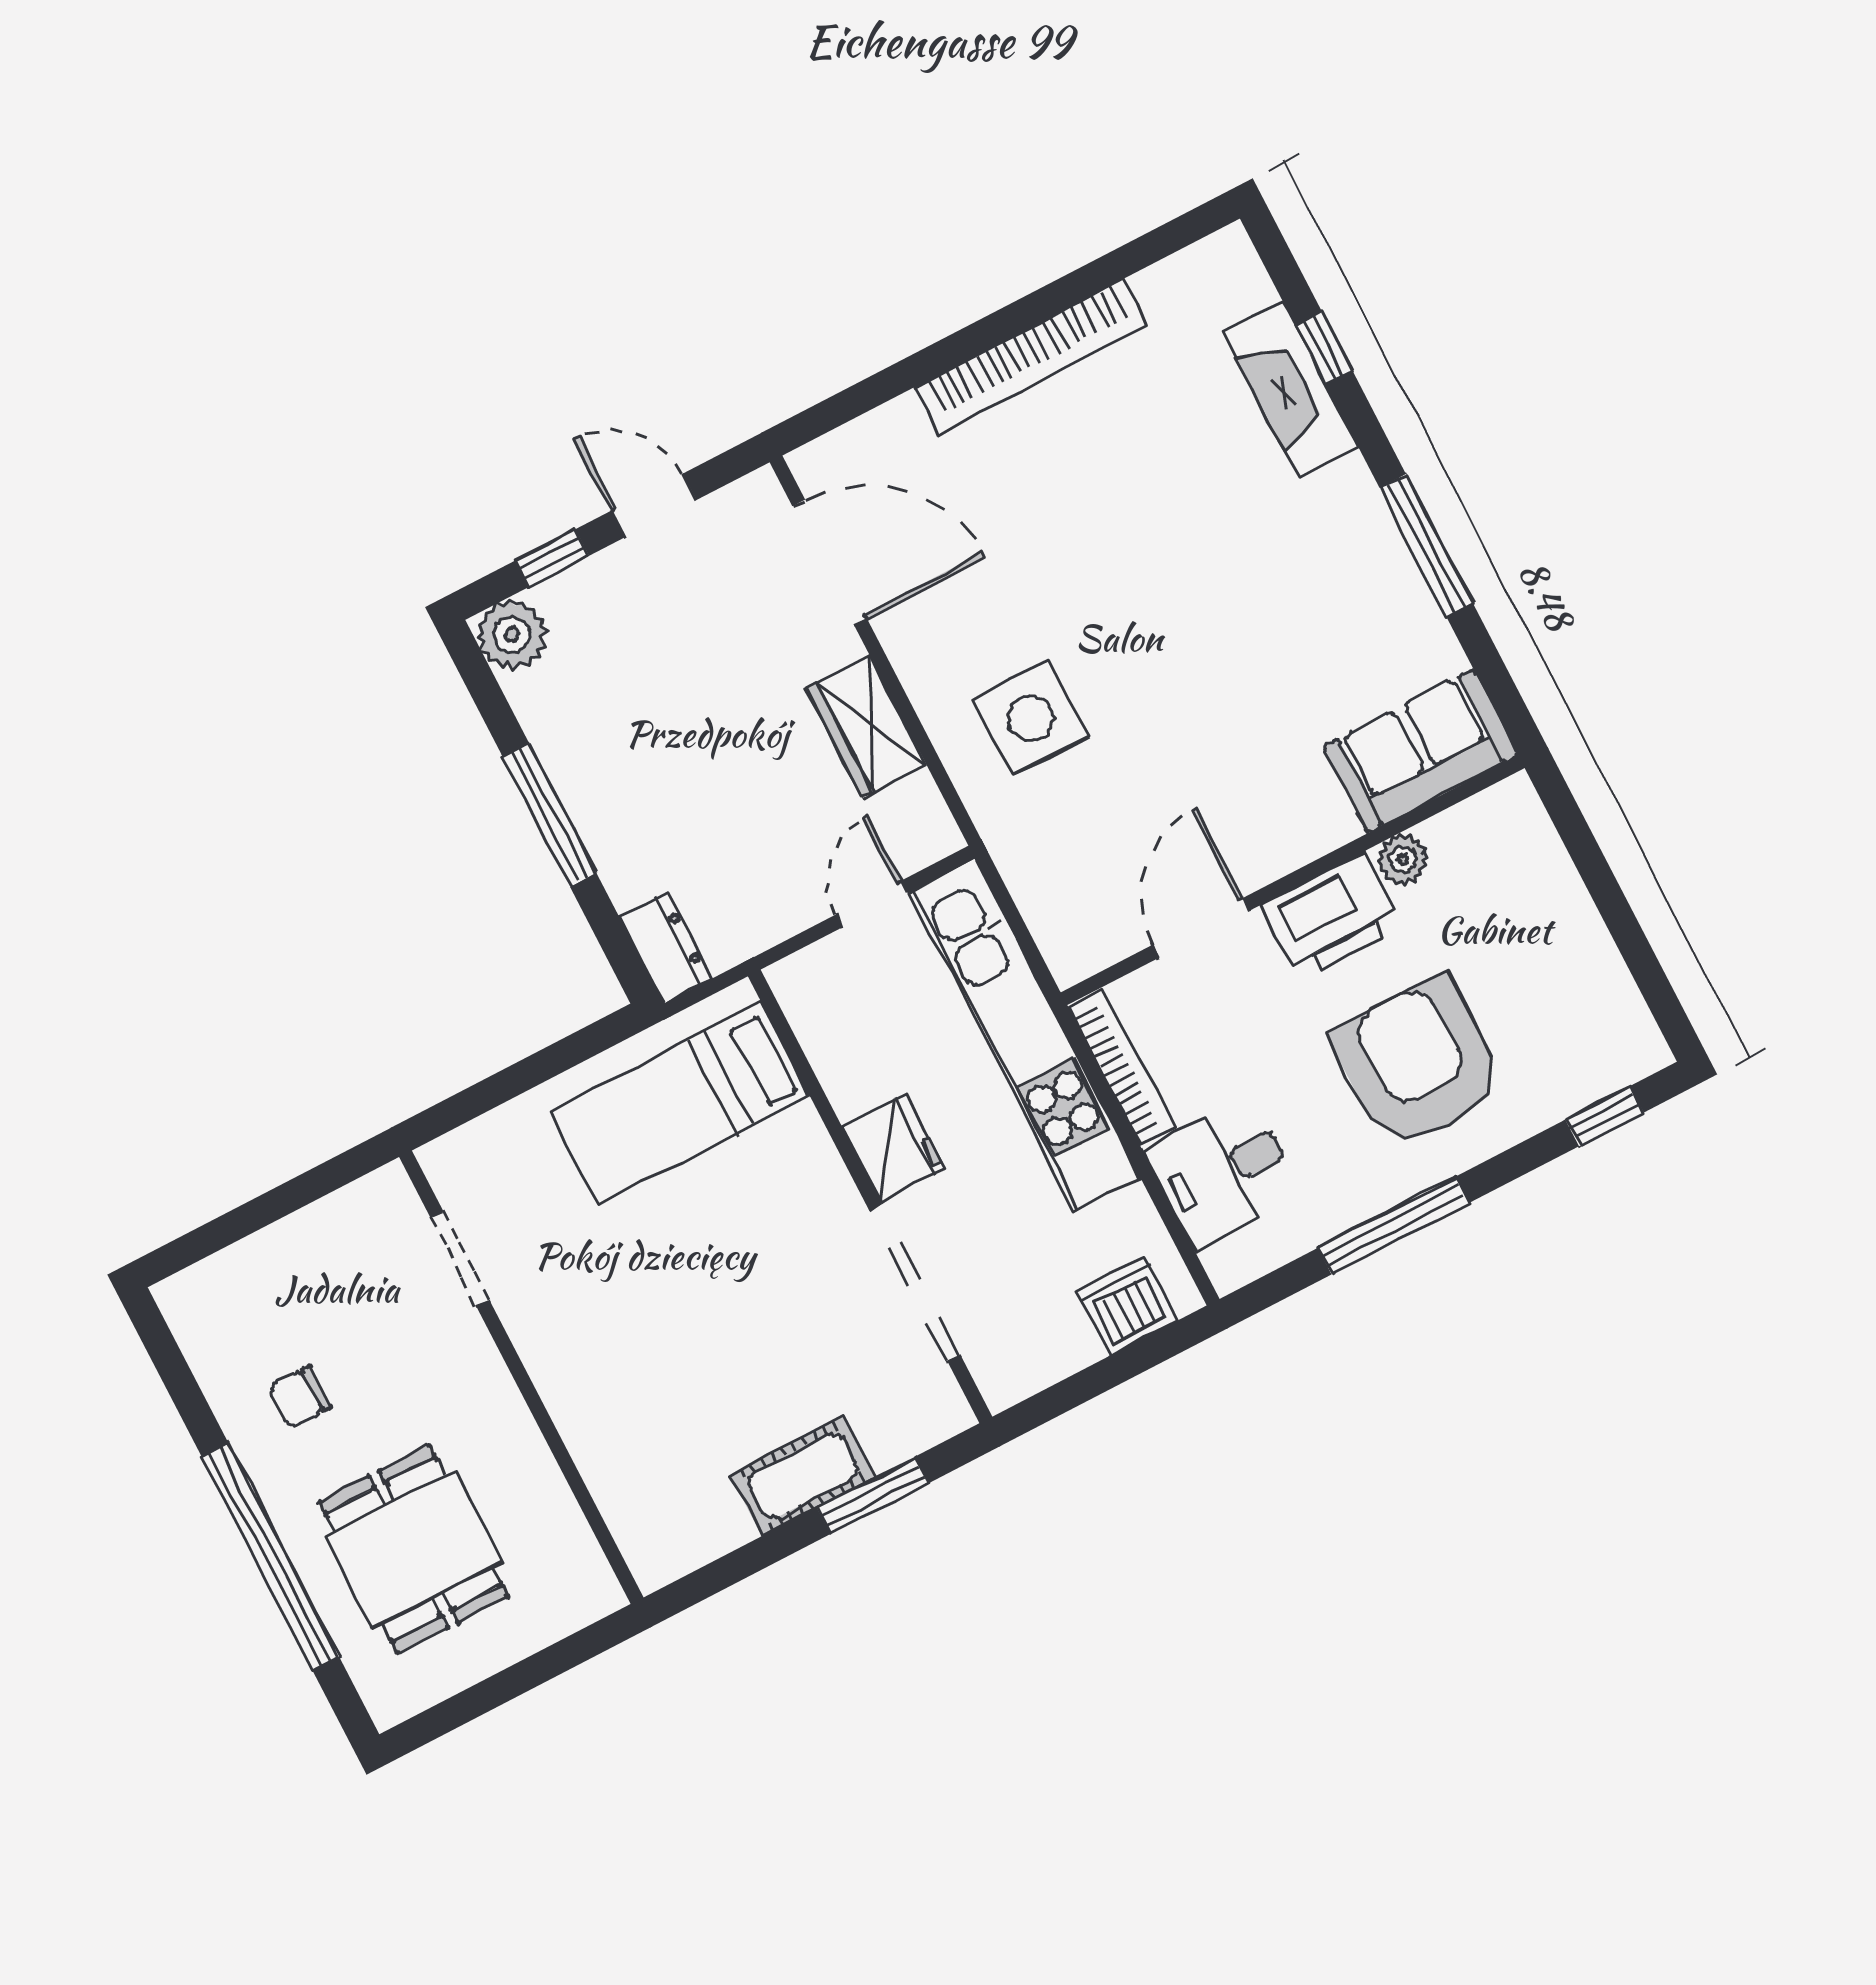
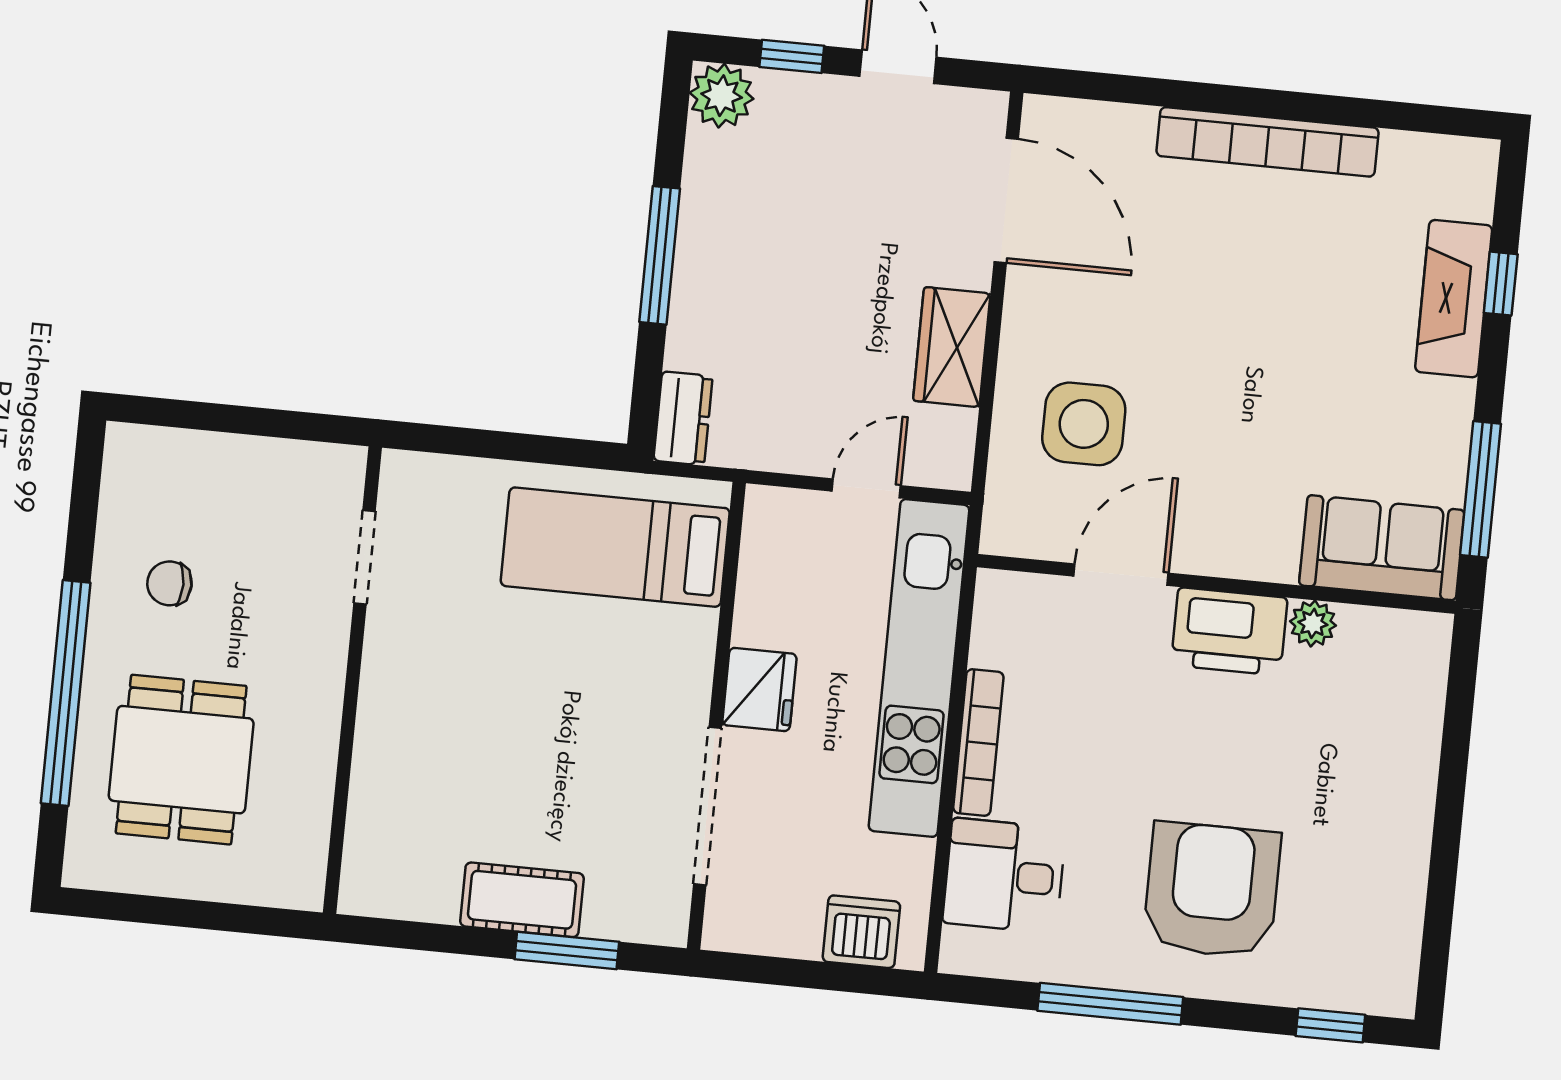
sofa: (1421, 751) -> (1382, 548), moved
plant: (1403, 859) -> (1313, 623), moved
wall: (1293, 880) -> (1216, 584), moved
printer: (1332, 916) -> (1229, 631), moved
door: (1201, 928) -> (1121, 575), moved

